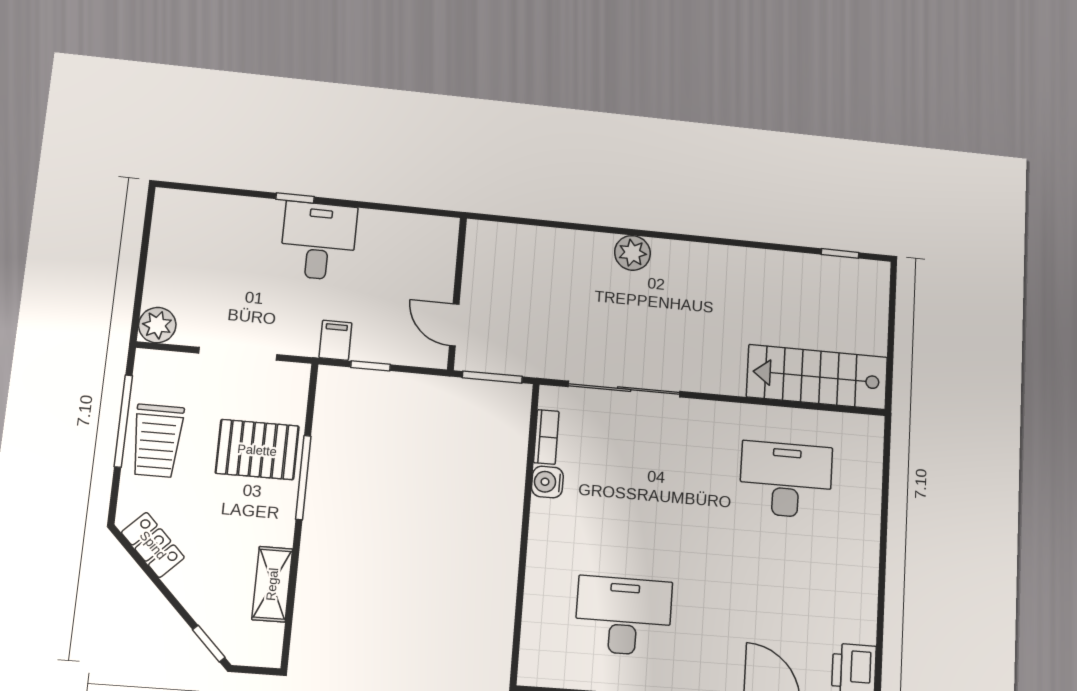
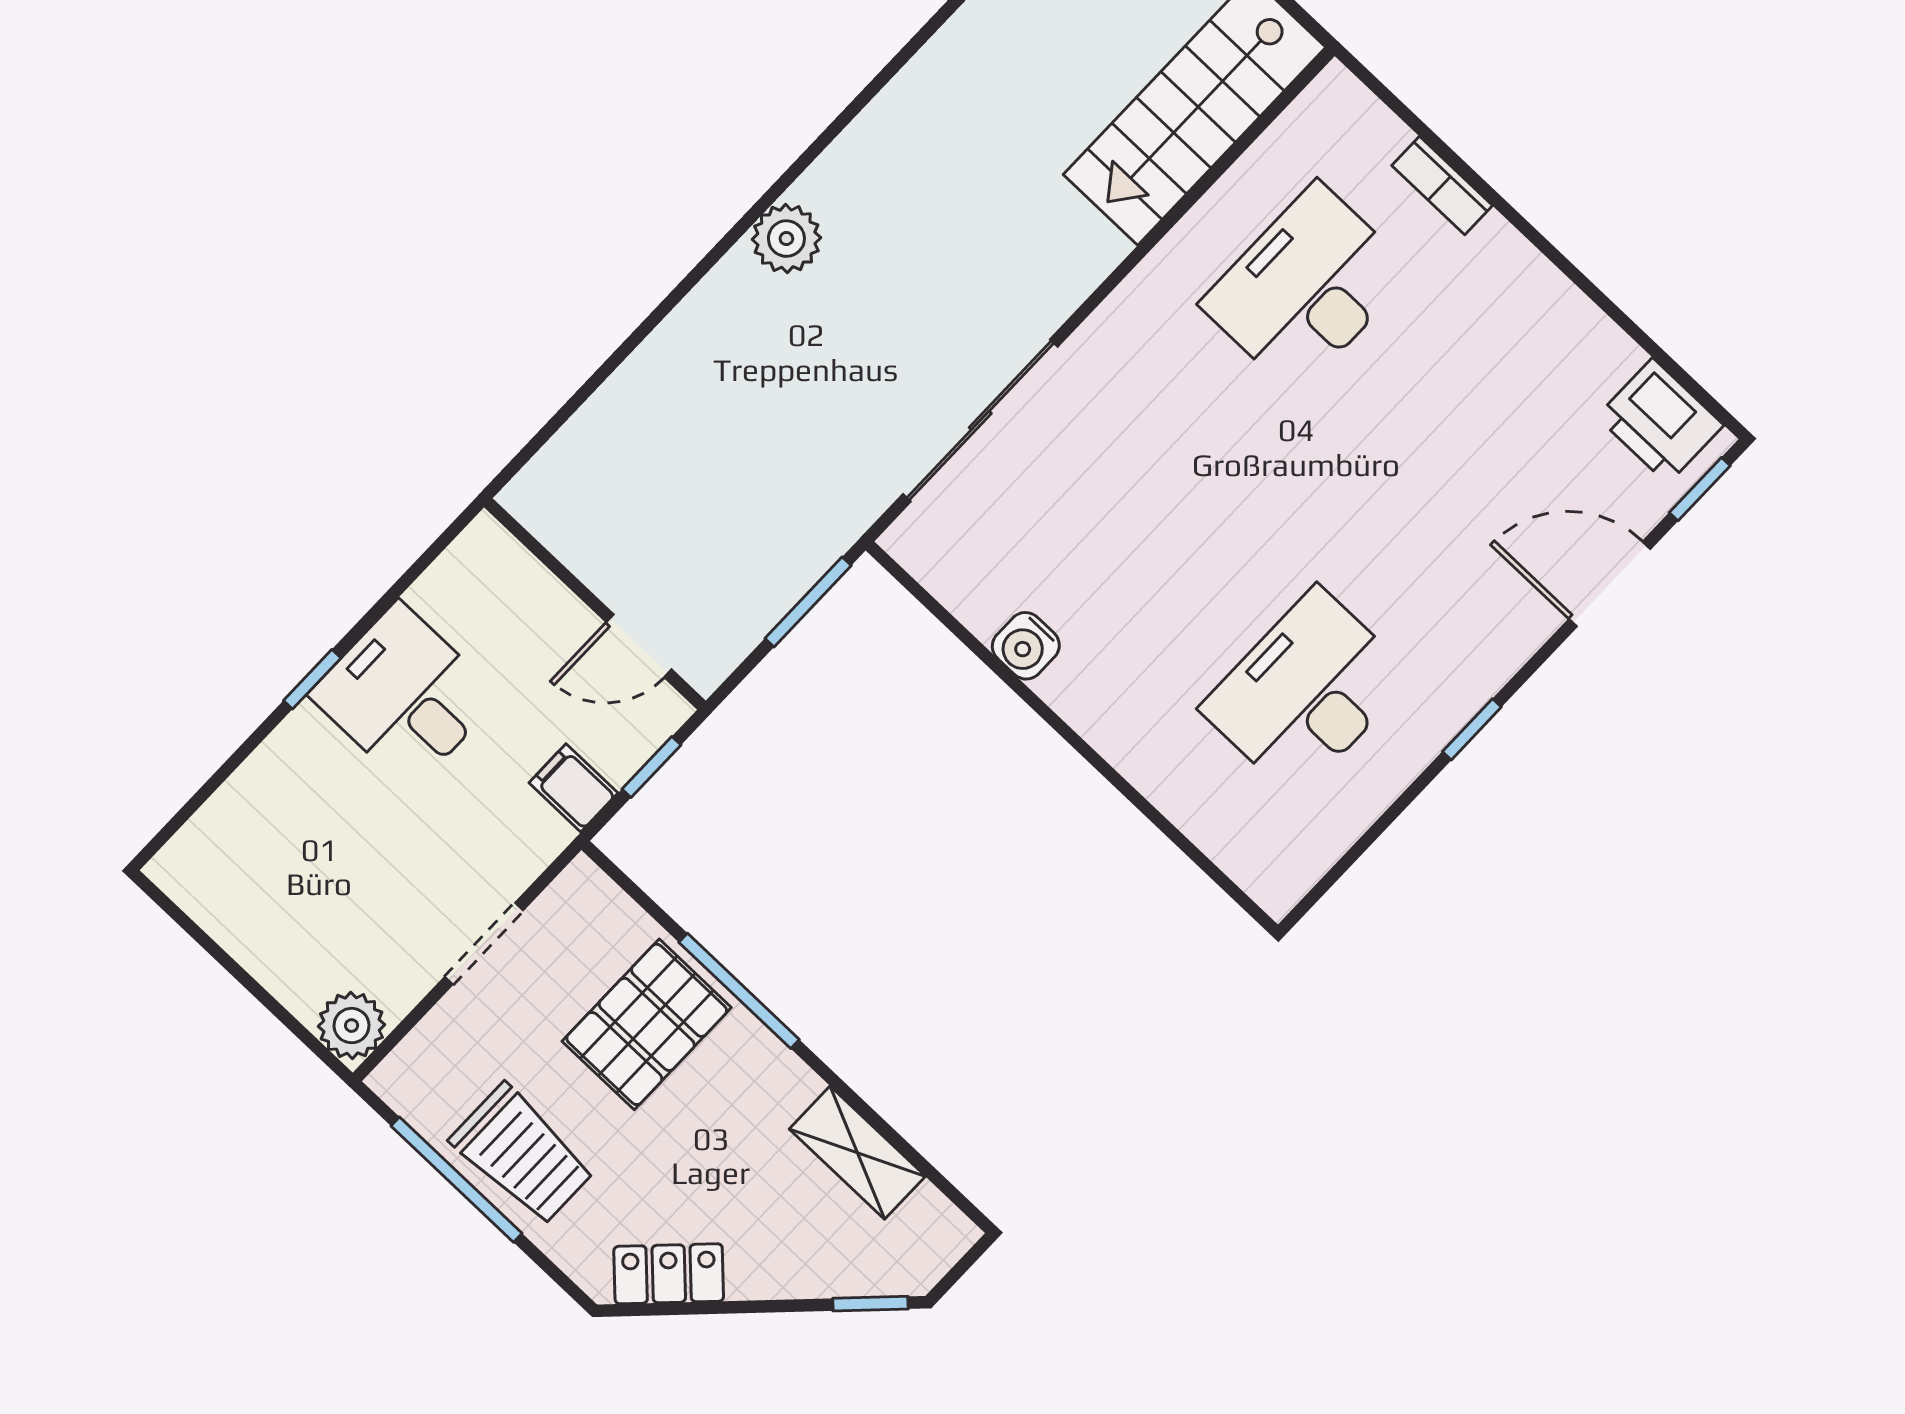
wall: (457, 293) -> (595, 604), moved
door: (454, 325) -> (639, 646), moved
doorway: (238, 354) -> (484, 943), width x0.73
bookcase: (546, 437) -> (1442, 186), moved, turned 180

